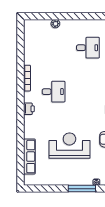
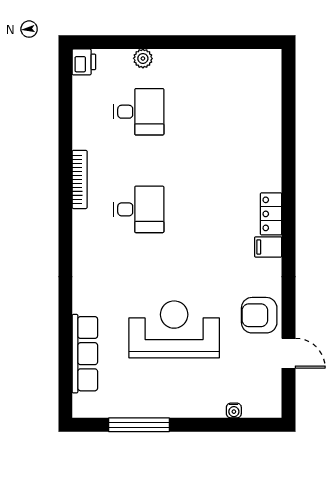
desk: (88, 48) -> (139, 112), moved
printer: (29, 109) -> (84, 62), moved
window: (82, 189) -> (139, 425), moved

